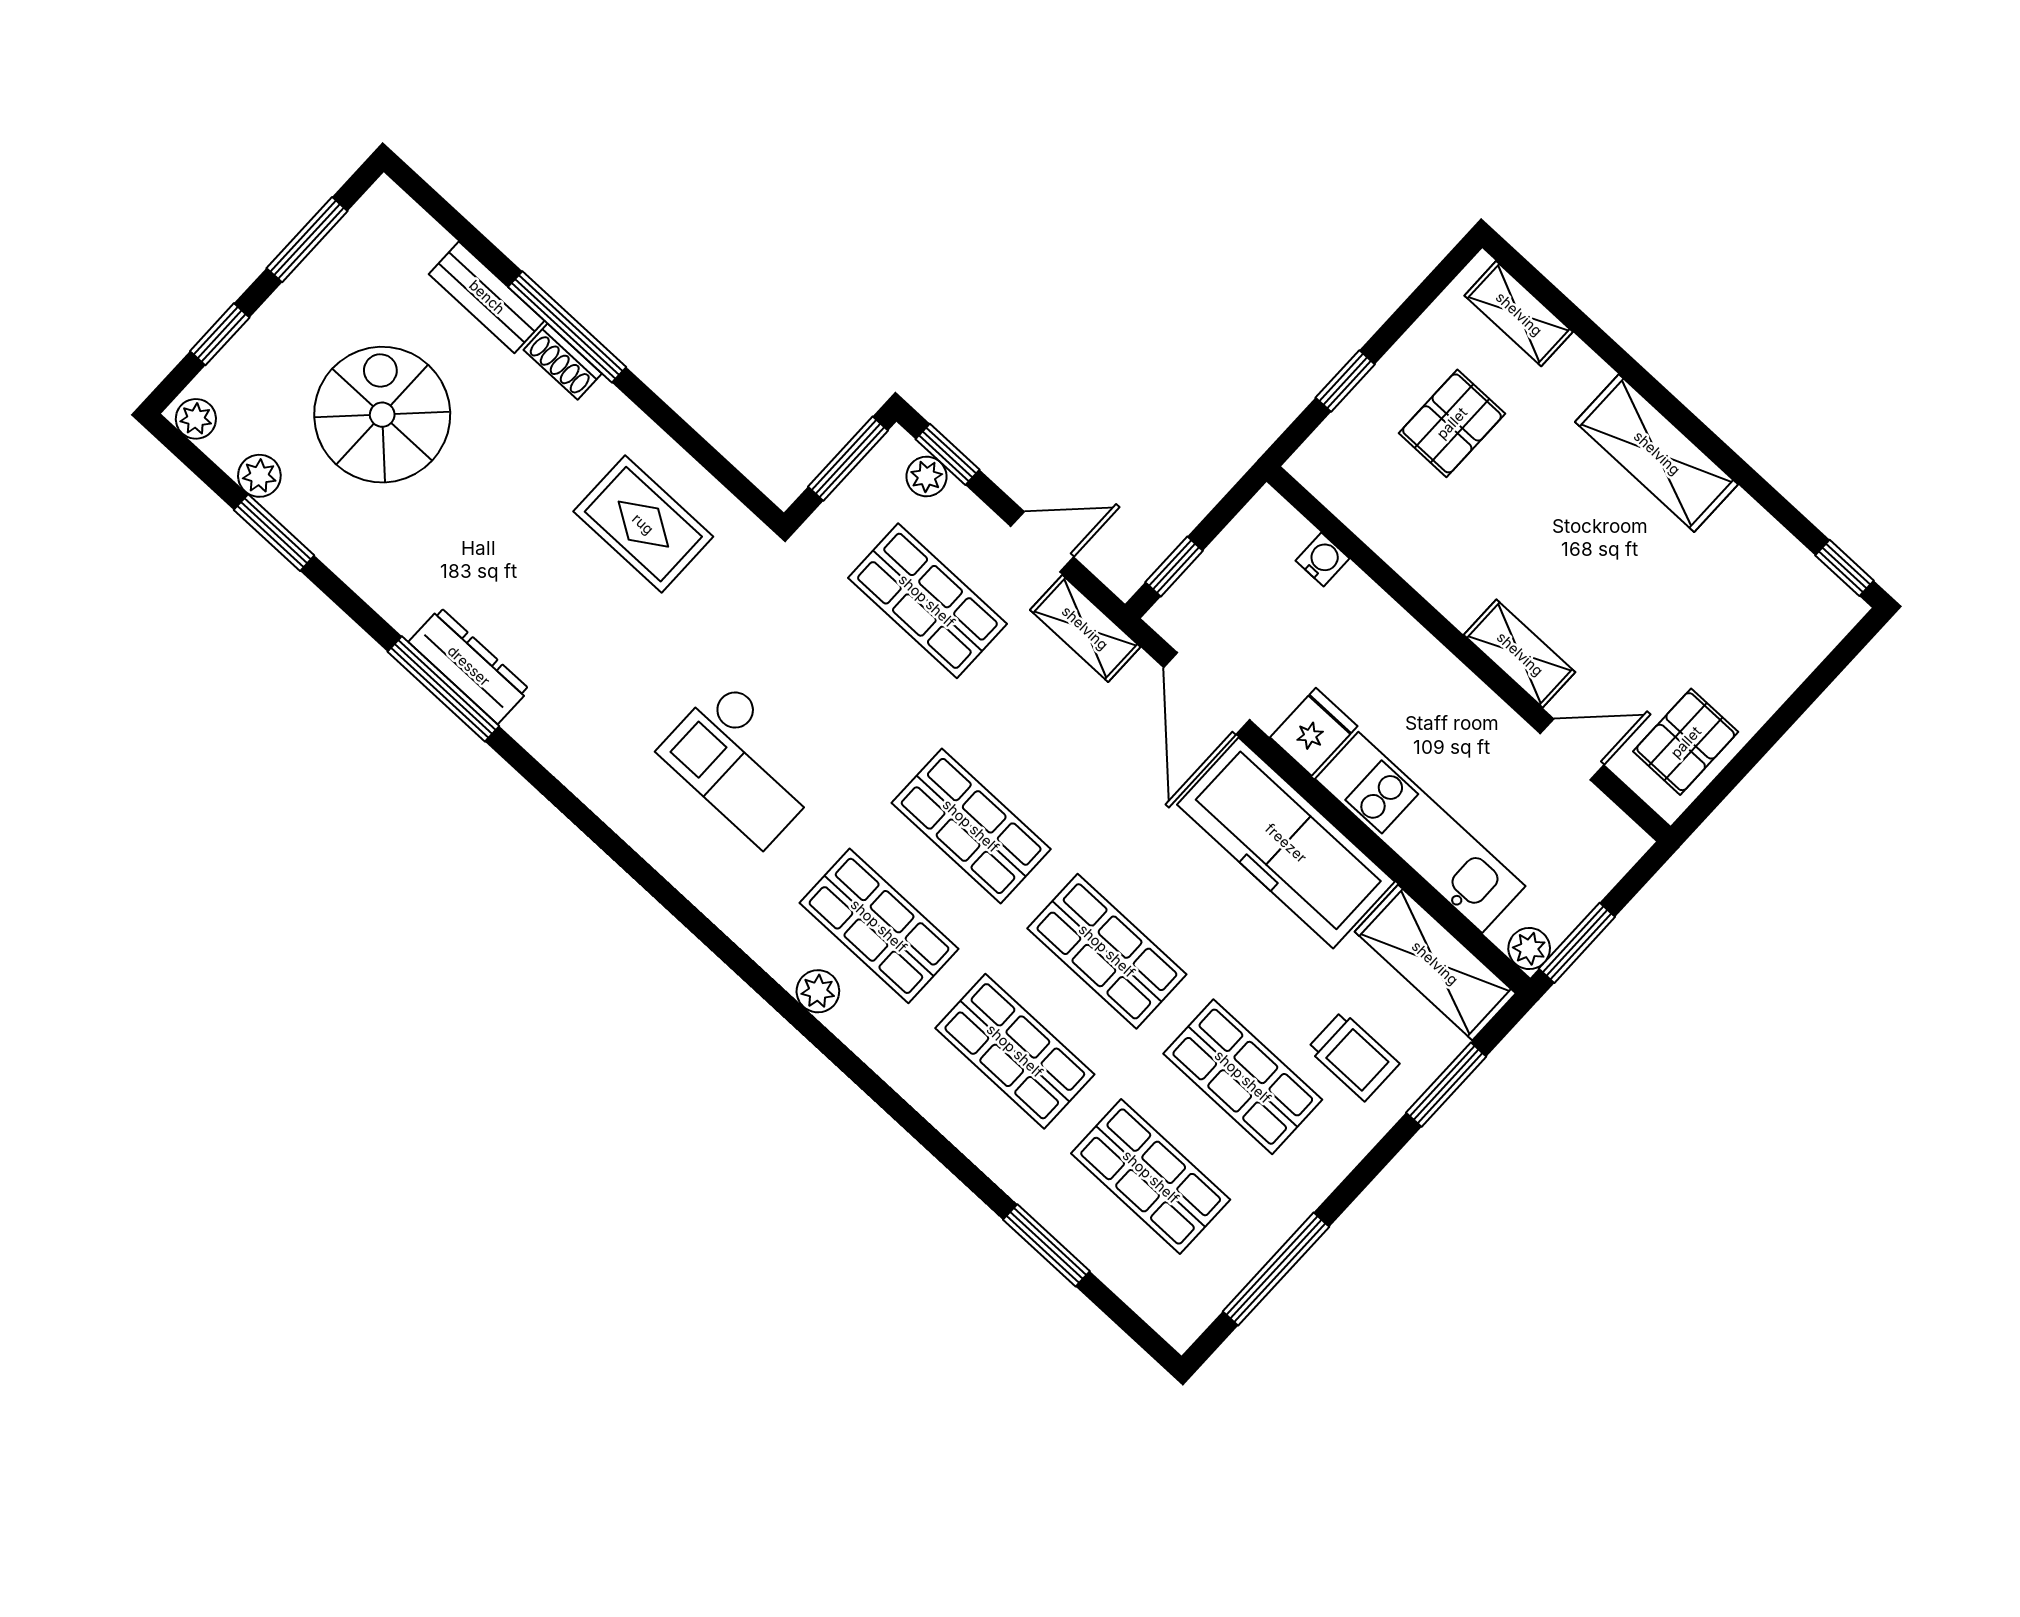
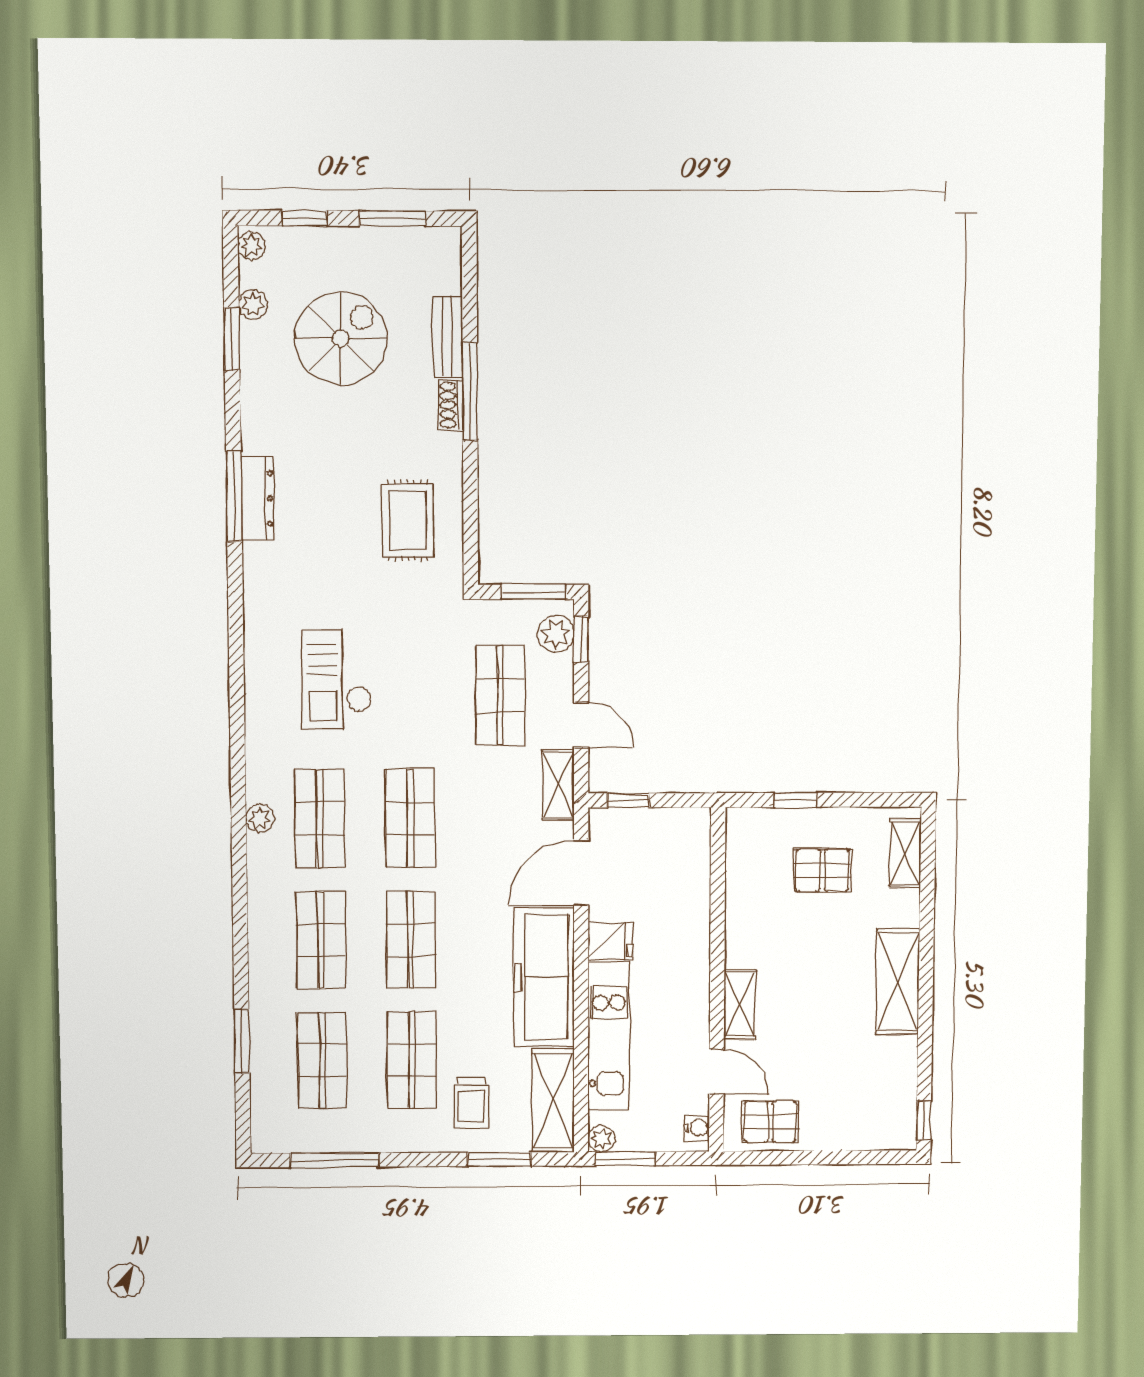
plant: (926, 477) -> (556, 634), width x1.38, depth x1.38
water cooler: (1323, 560) -> (697, 1128), moved

